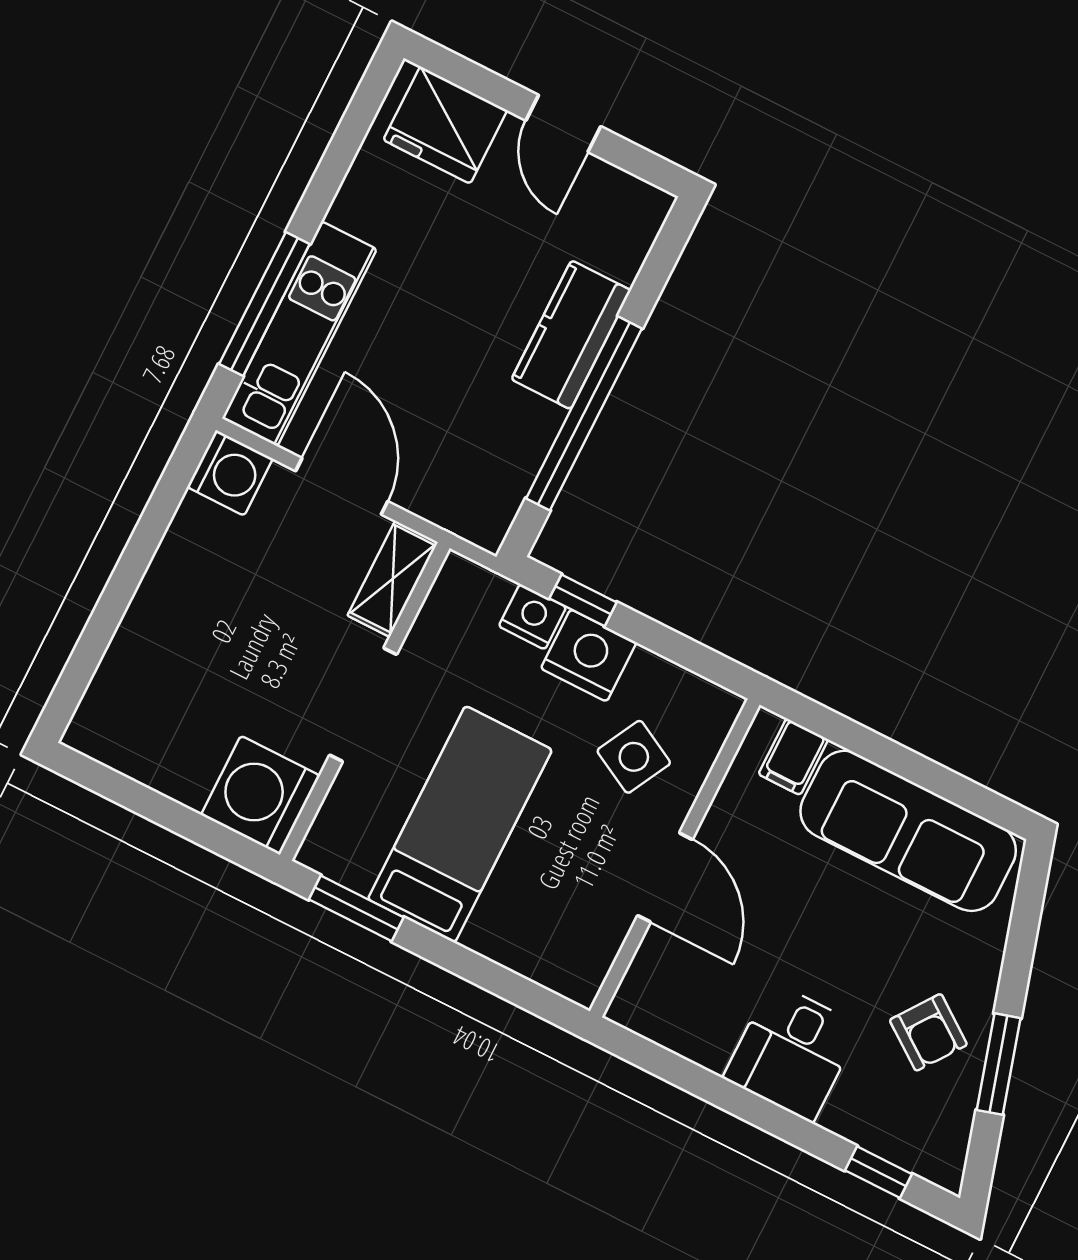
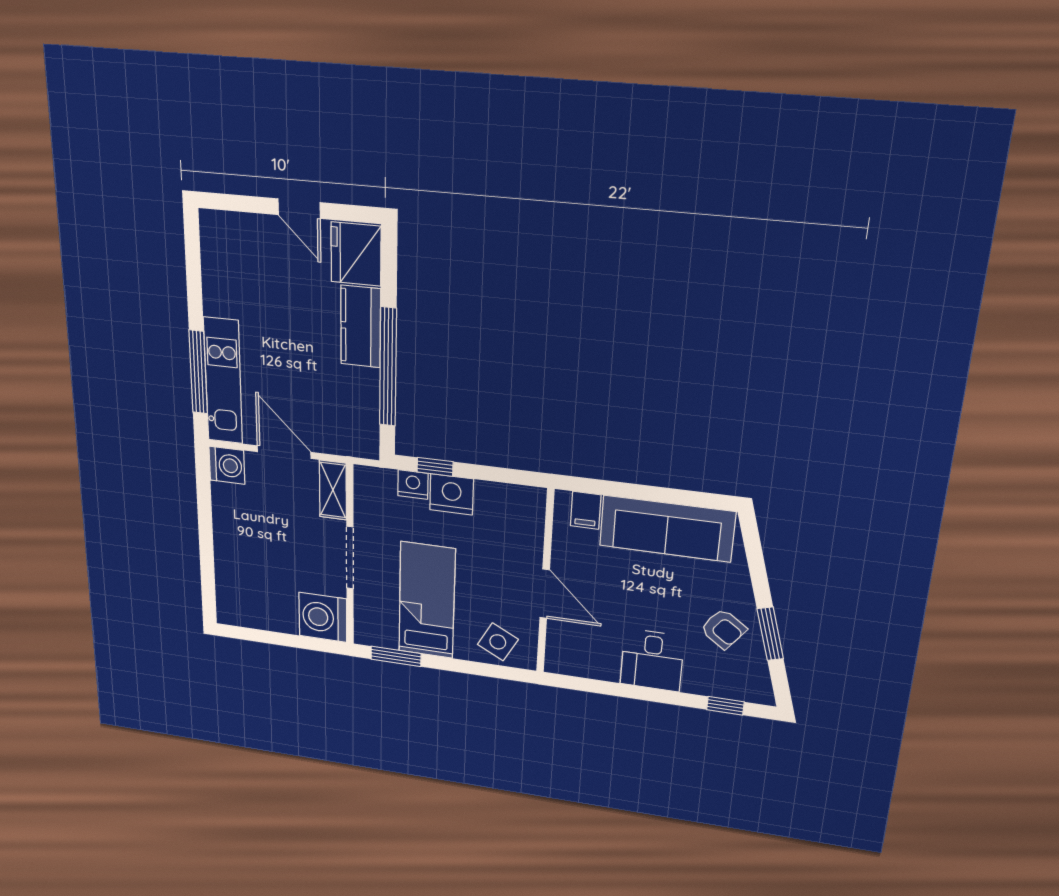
fridge: (445, 125) -> (356, 254), moved, turned 90
side table: (634, 757) -> (498, 642), moved

